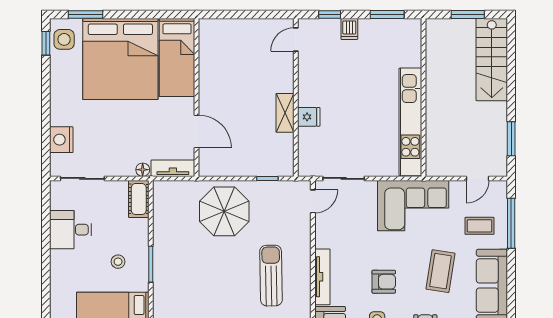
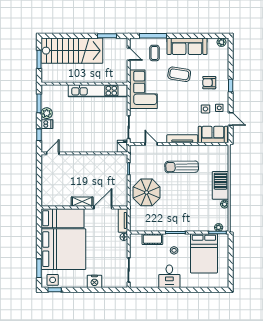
plant: (369, 28) -> (47, 113), added
door: (296, 39) -> (53, 153), swing flipped
stairs: (492, 60) -> (72, 51), width x1.36, depth x1.51
shelving: (285, 113) -> (82, 202), moved
fridge: (309, 117) -> (122, 146), moved
nightstand: (61, 140) -> (94, 281), moved
cot: (139, 199) -> (152, 239), moved
door: (313, 201) -> (151, 144), moved
desk: (71, 230) -> (169, 276), moved
armchair: (384, 282) -> (185, 105), removed

